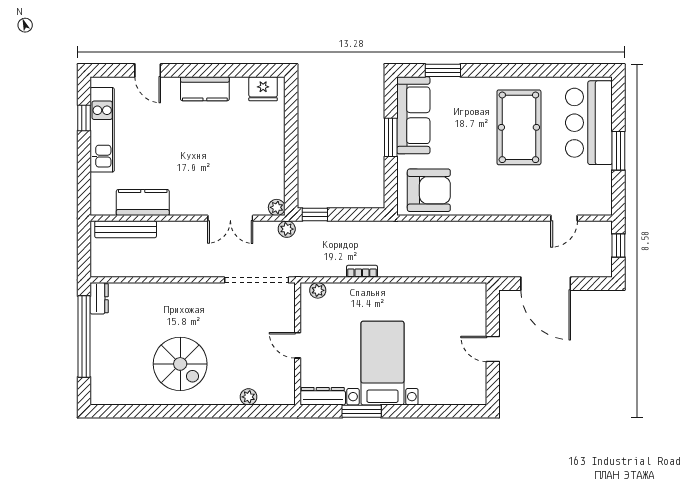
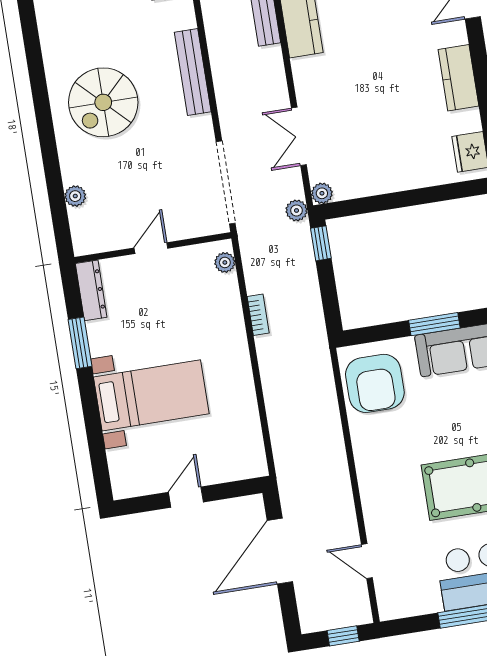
bench: (168, 292) -> (193, 72), added
bed with nightstands: (382, 363) -> (151, 395), moved

